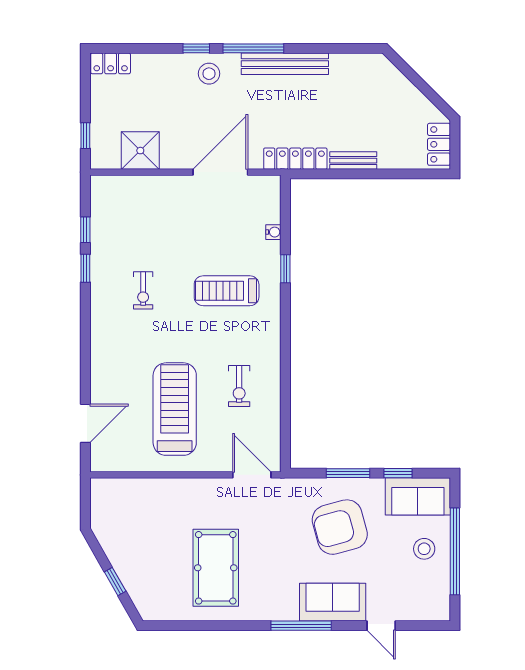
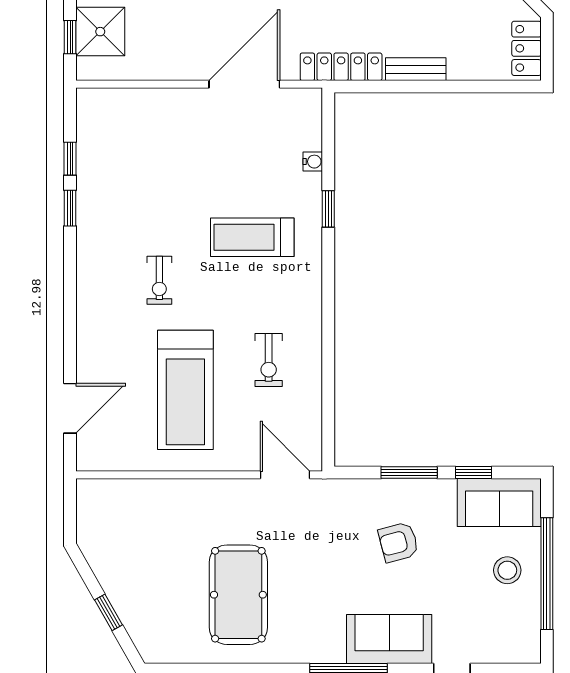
shower: (140, 151) -> (100, 32), moved
exercise bike: (143, 290) -> (159, 280), moved
treadmill: (175, 409) -> (185, 390), turned 180
armchair: (340, 527) -> (398, 542), width x0.53, depth x0.53

